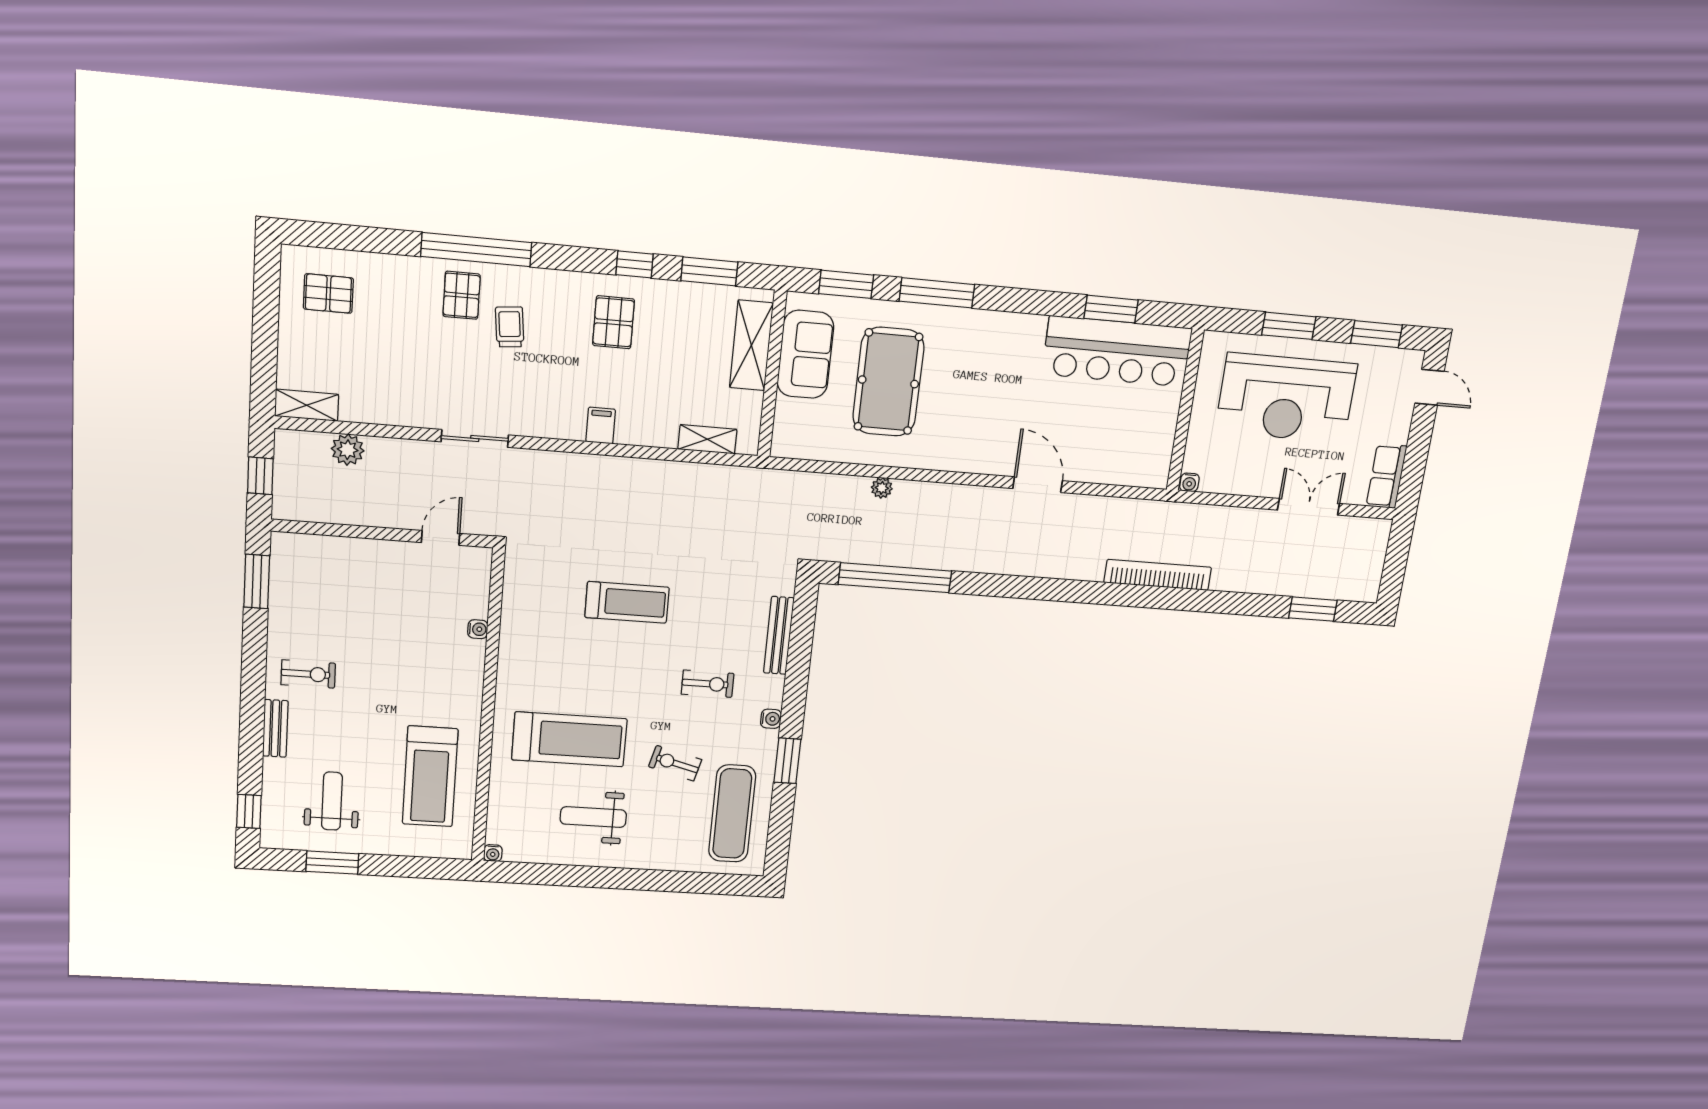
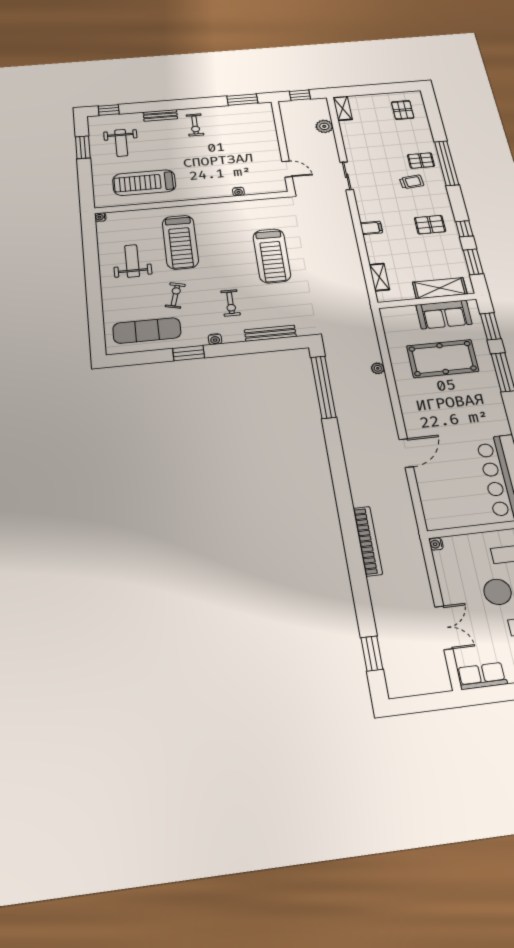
treadmill: (627, 602) -> (272, 256), width x1.37, depth x1.38
weight bench: (332, 801) -> (121, 143), turned 90

